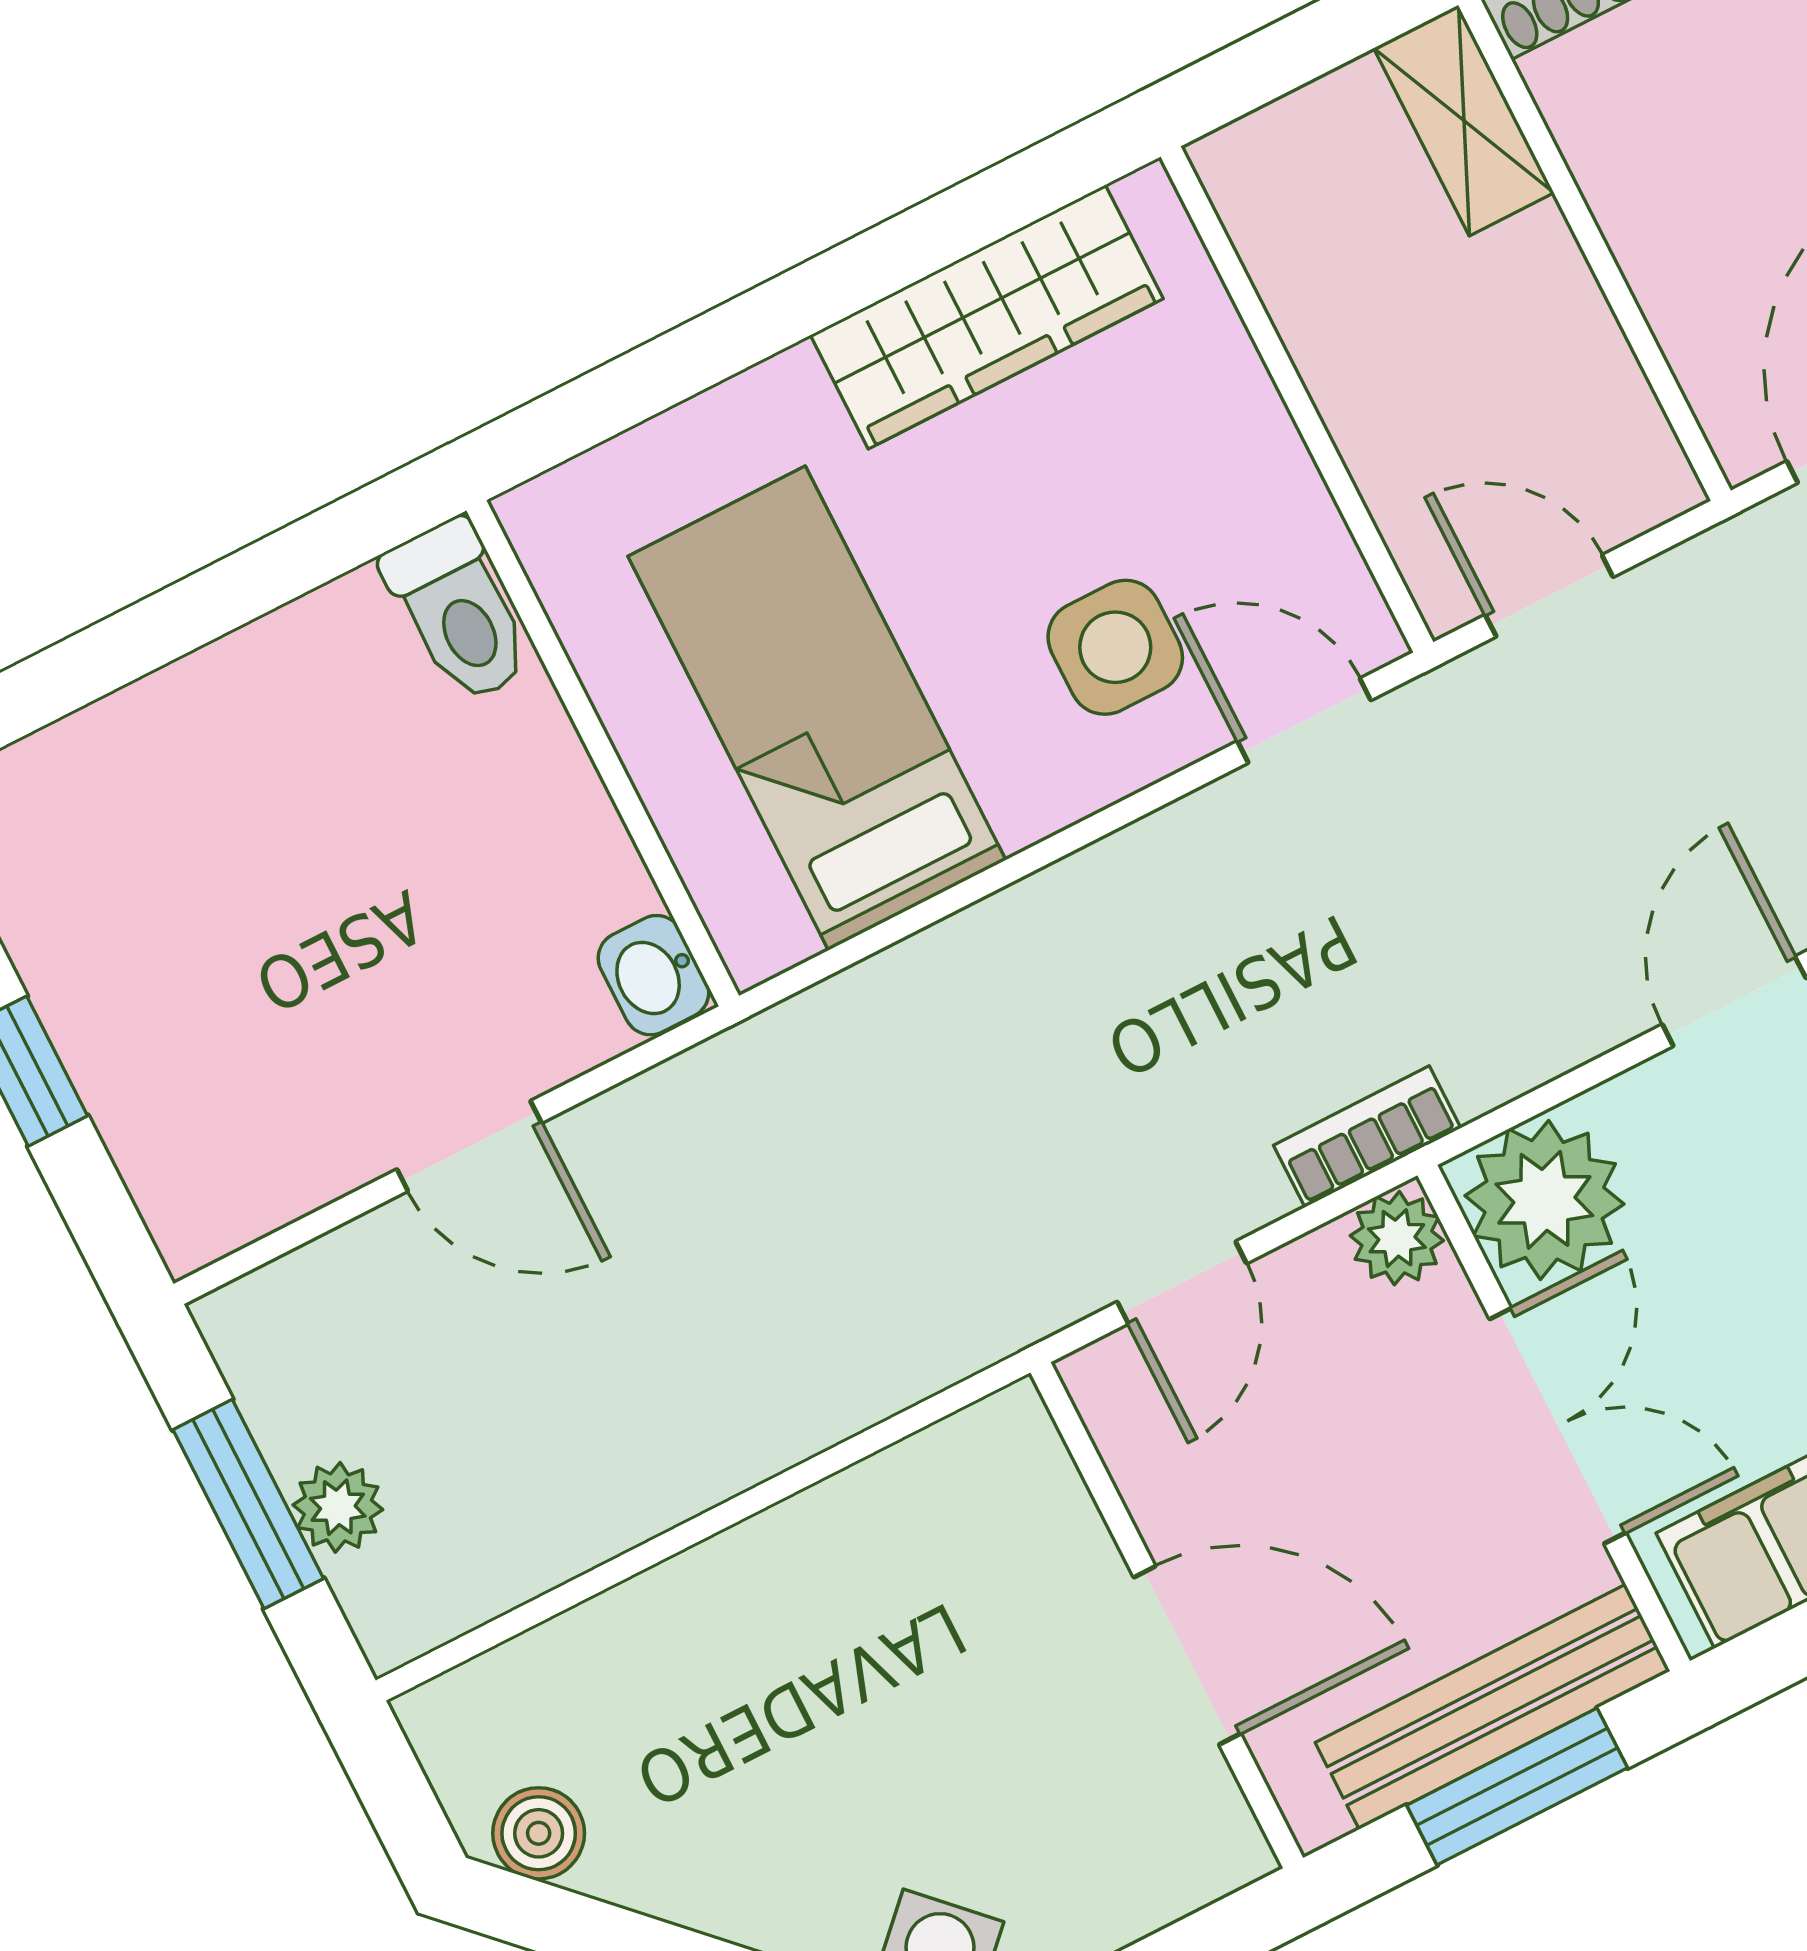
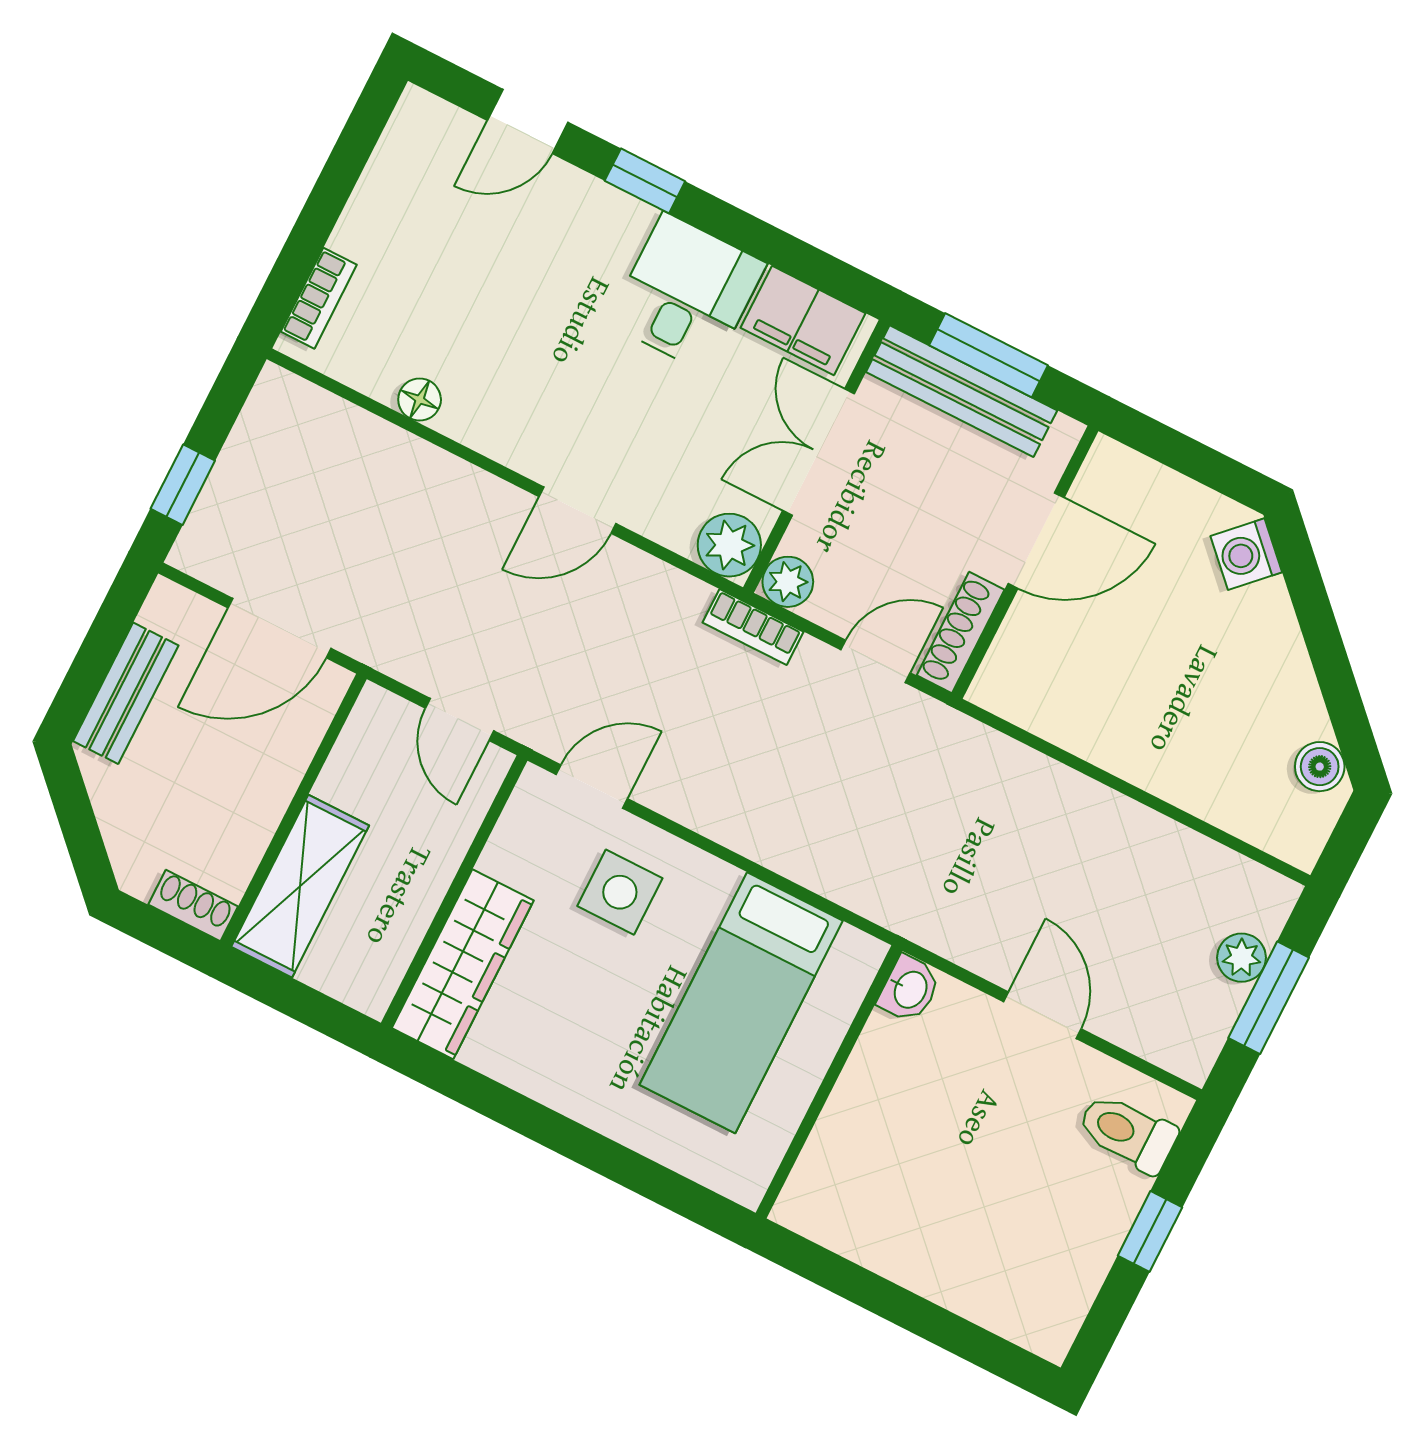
shelving: (1464, 120) -> (300, 886), width x1.50, depth x1.33
wardrobe: (987, 317) -> (463, 964), moved, turned 90
toilet: (459, 611) -> (1127, 1133), moved, turned -90
door: (1304, 721) -> (592, 787), swing flipped
plant: (1544, 1200) -> (729, 545), width x0.73, depth x0.73
shoe rack: (1132, 1442) -> (961, 633), added
door: (1187, 1655) -> (1036, 541), swing flipped

